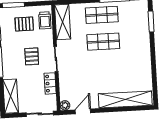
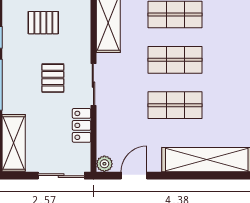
trolley: (45, 20) -> (78, 18), removed
shop shelf: (105, 68) -> (175, 105), added

